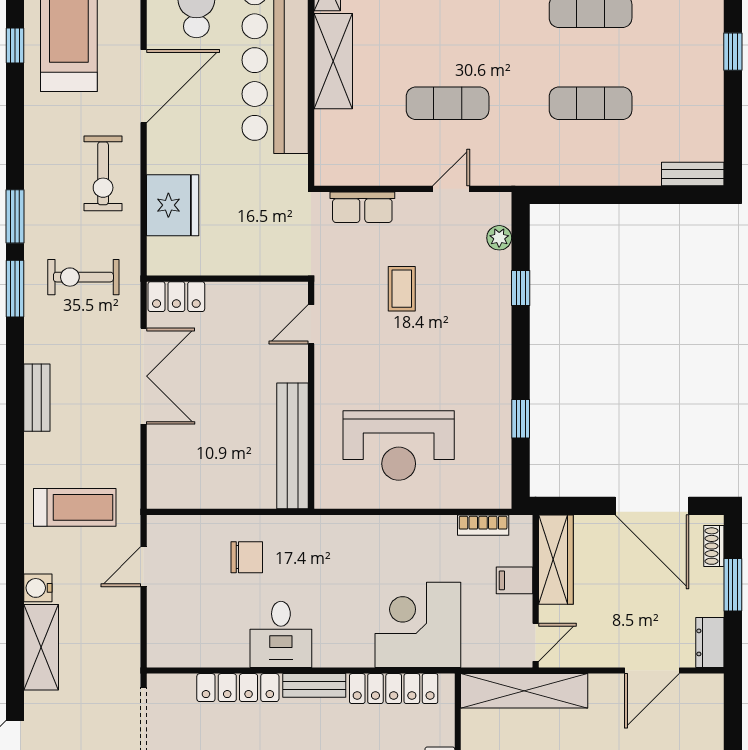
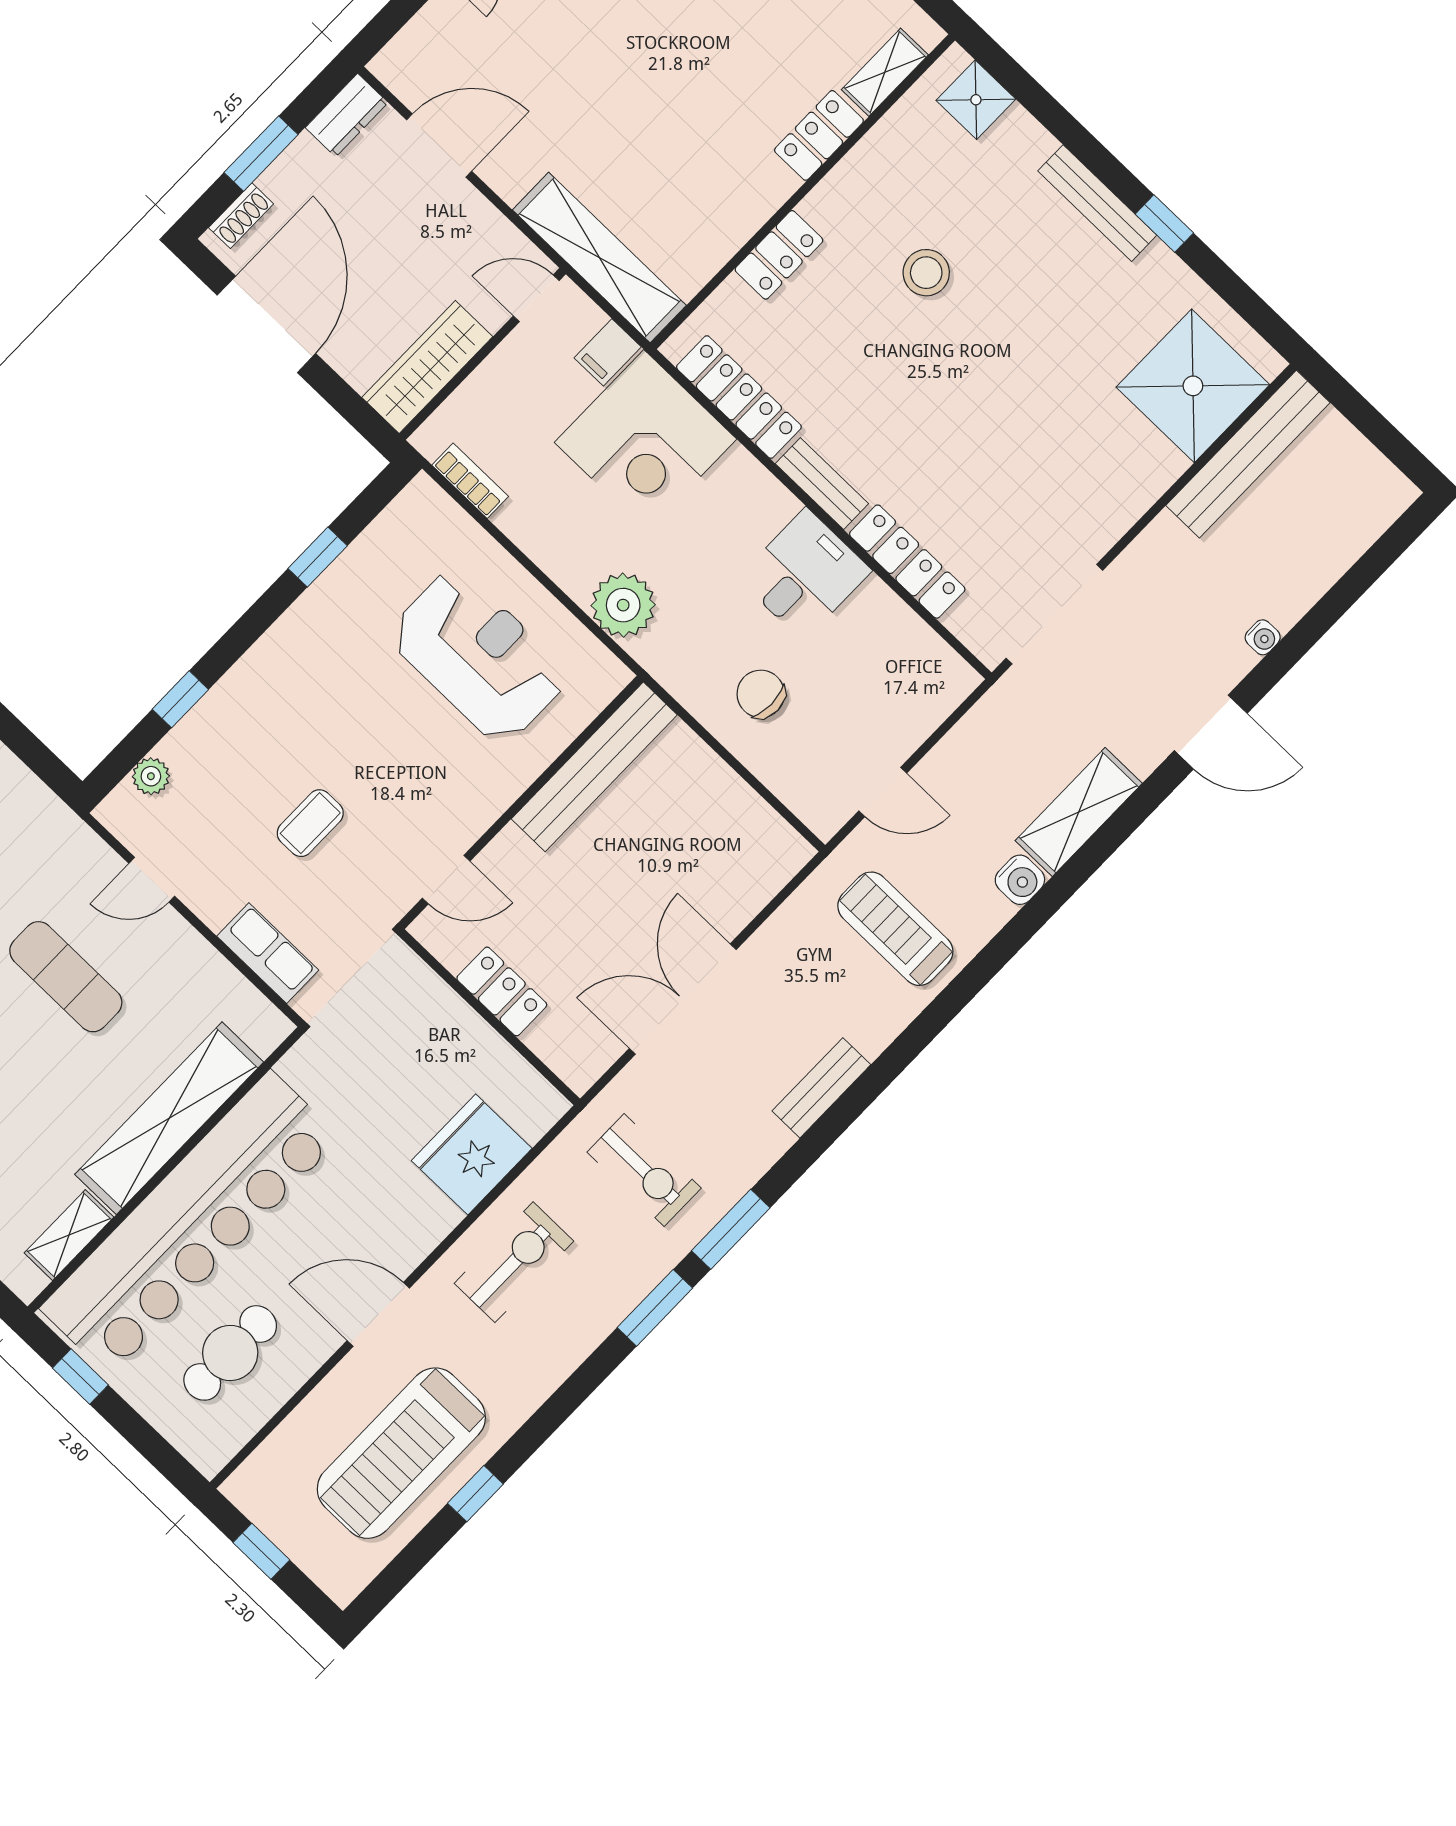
shelving: (333, 61) -> (169, 1118), width x1.47
door: (144, 86) -> (378, 1314), width x0.73
locker: (176, 297) -> (502, 991), moved
plant: (353, 536) -> (623, 605), added
filing cabinet: (514, 580) -> (608, 352), moved, turned 90

